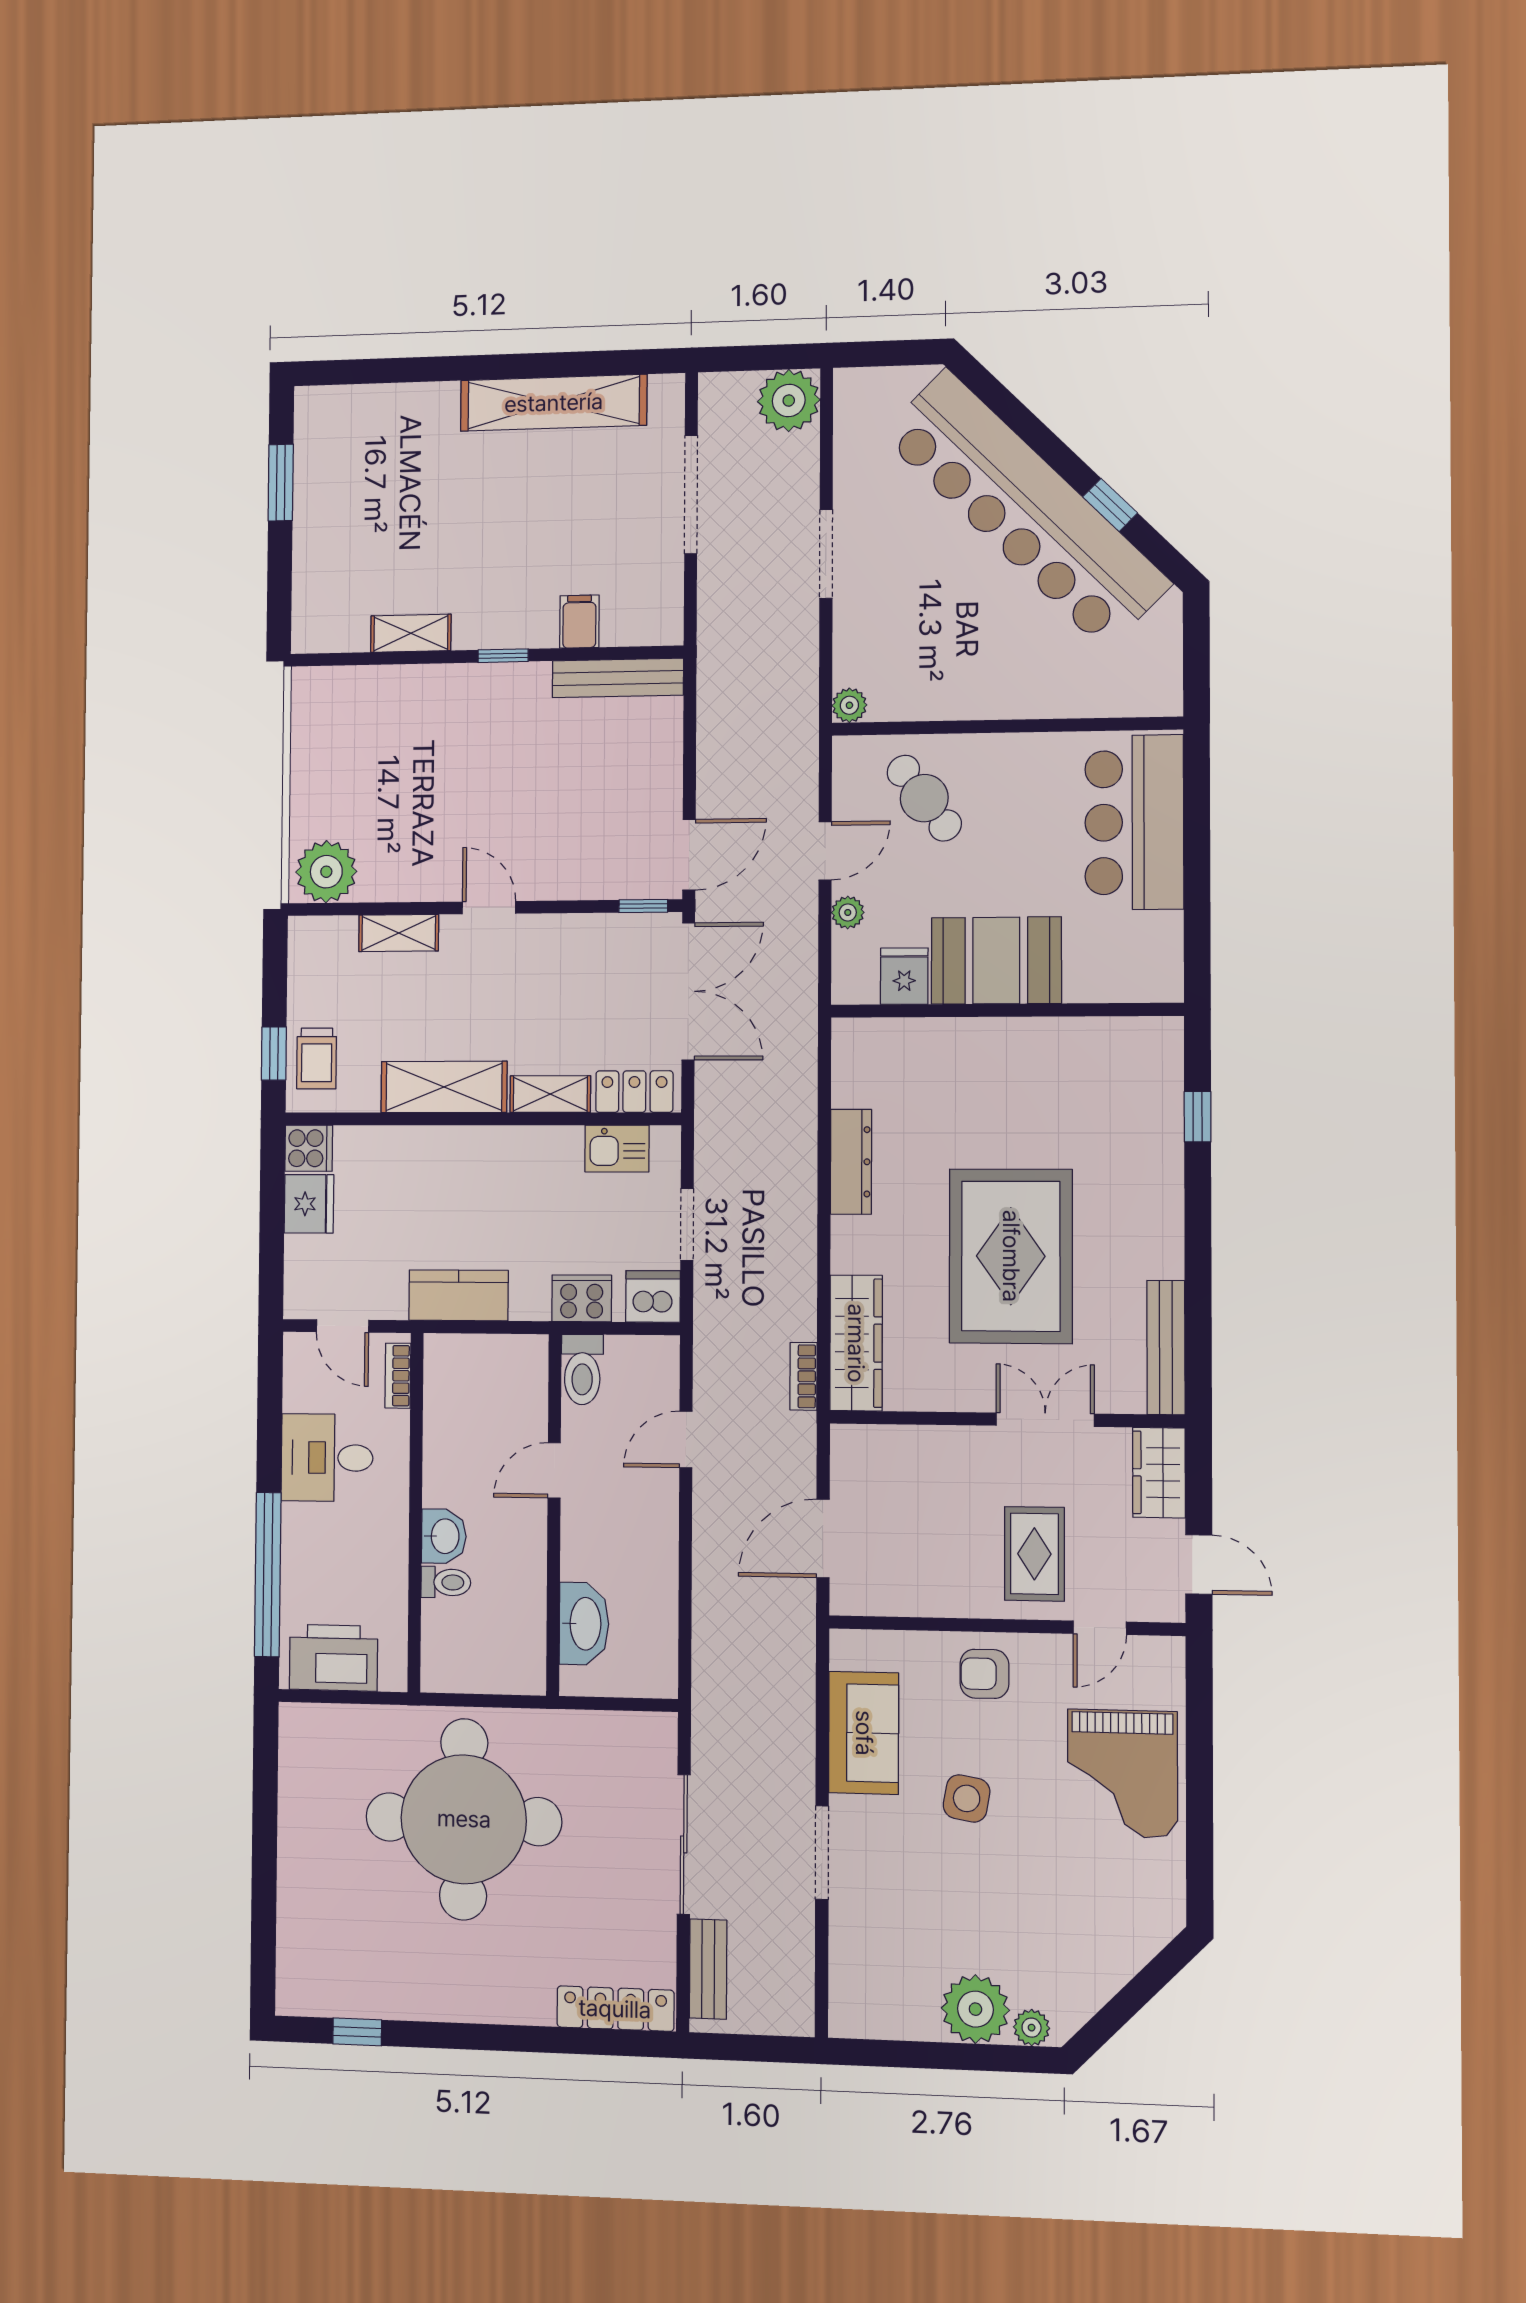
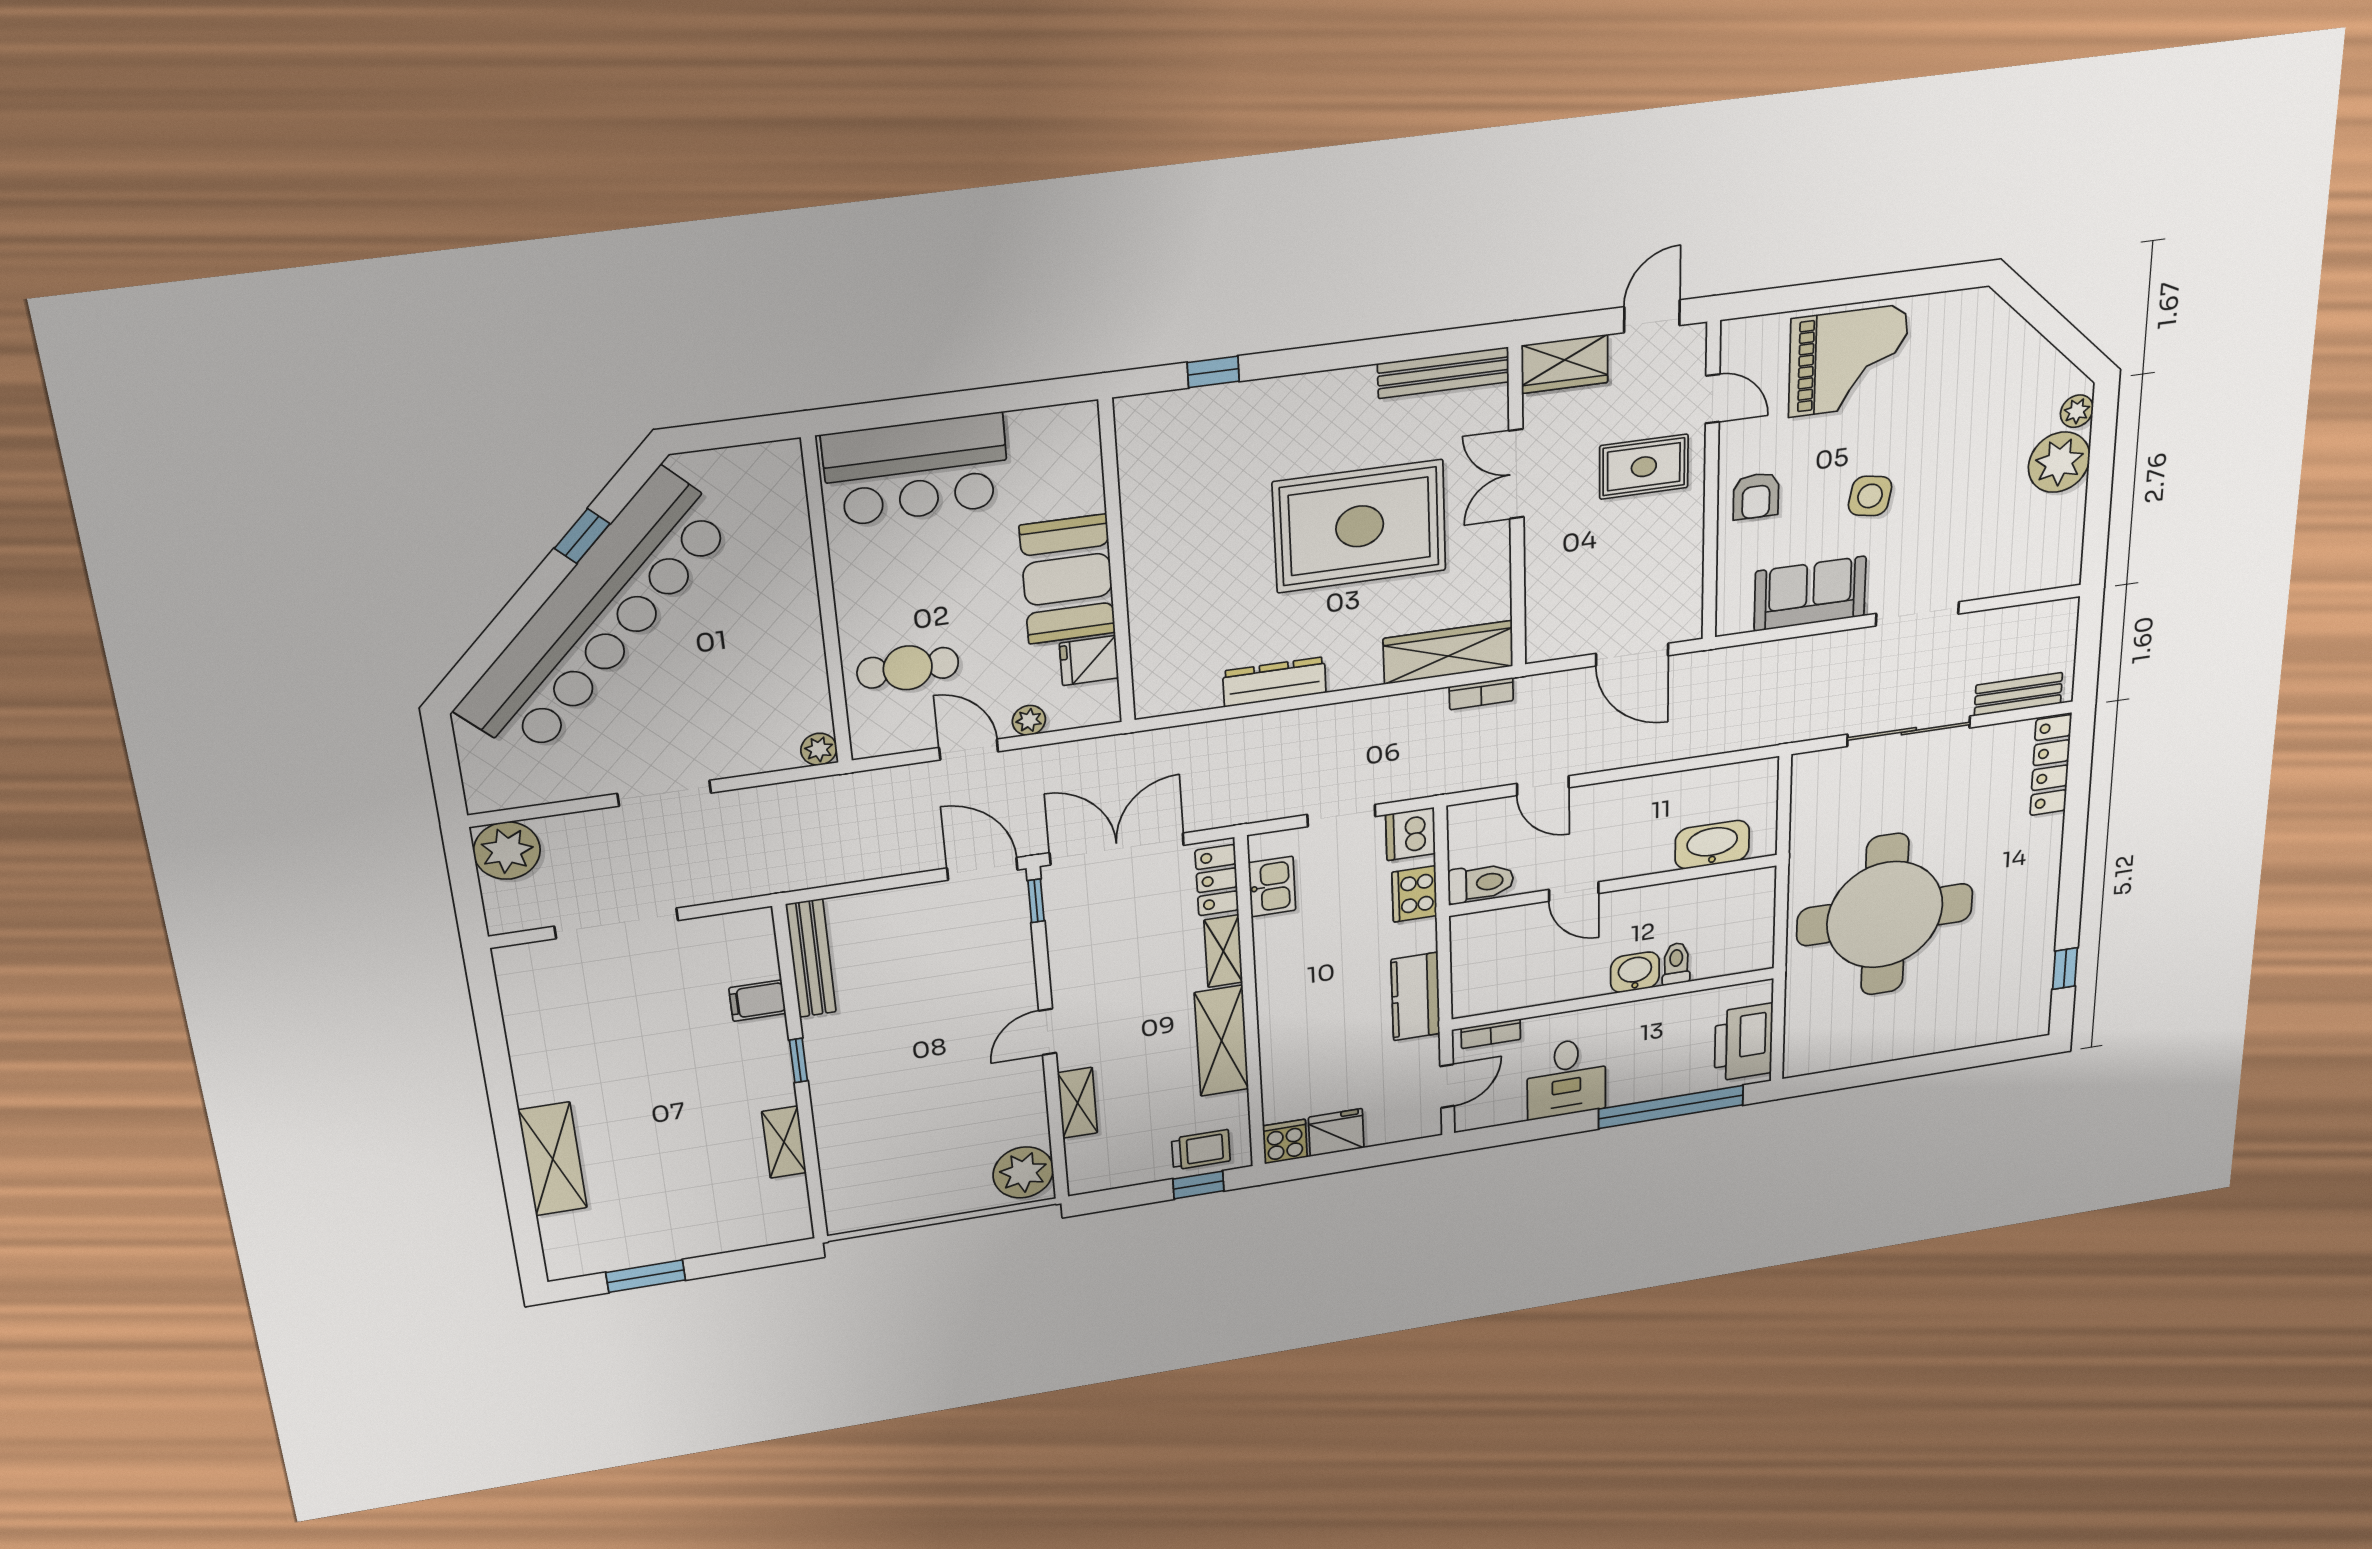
shelving: (554, 403) -> (553, 1159), moved, width x0.68
cafe table: (924, 798) -> (908, 668), turned 37

